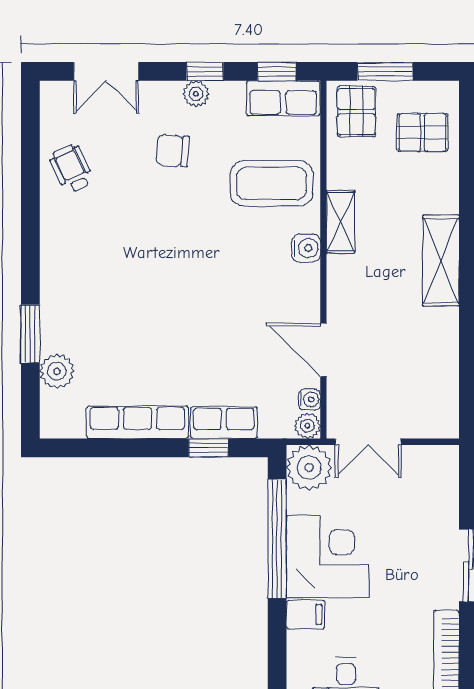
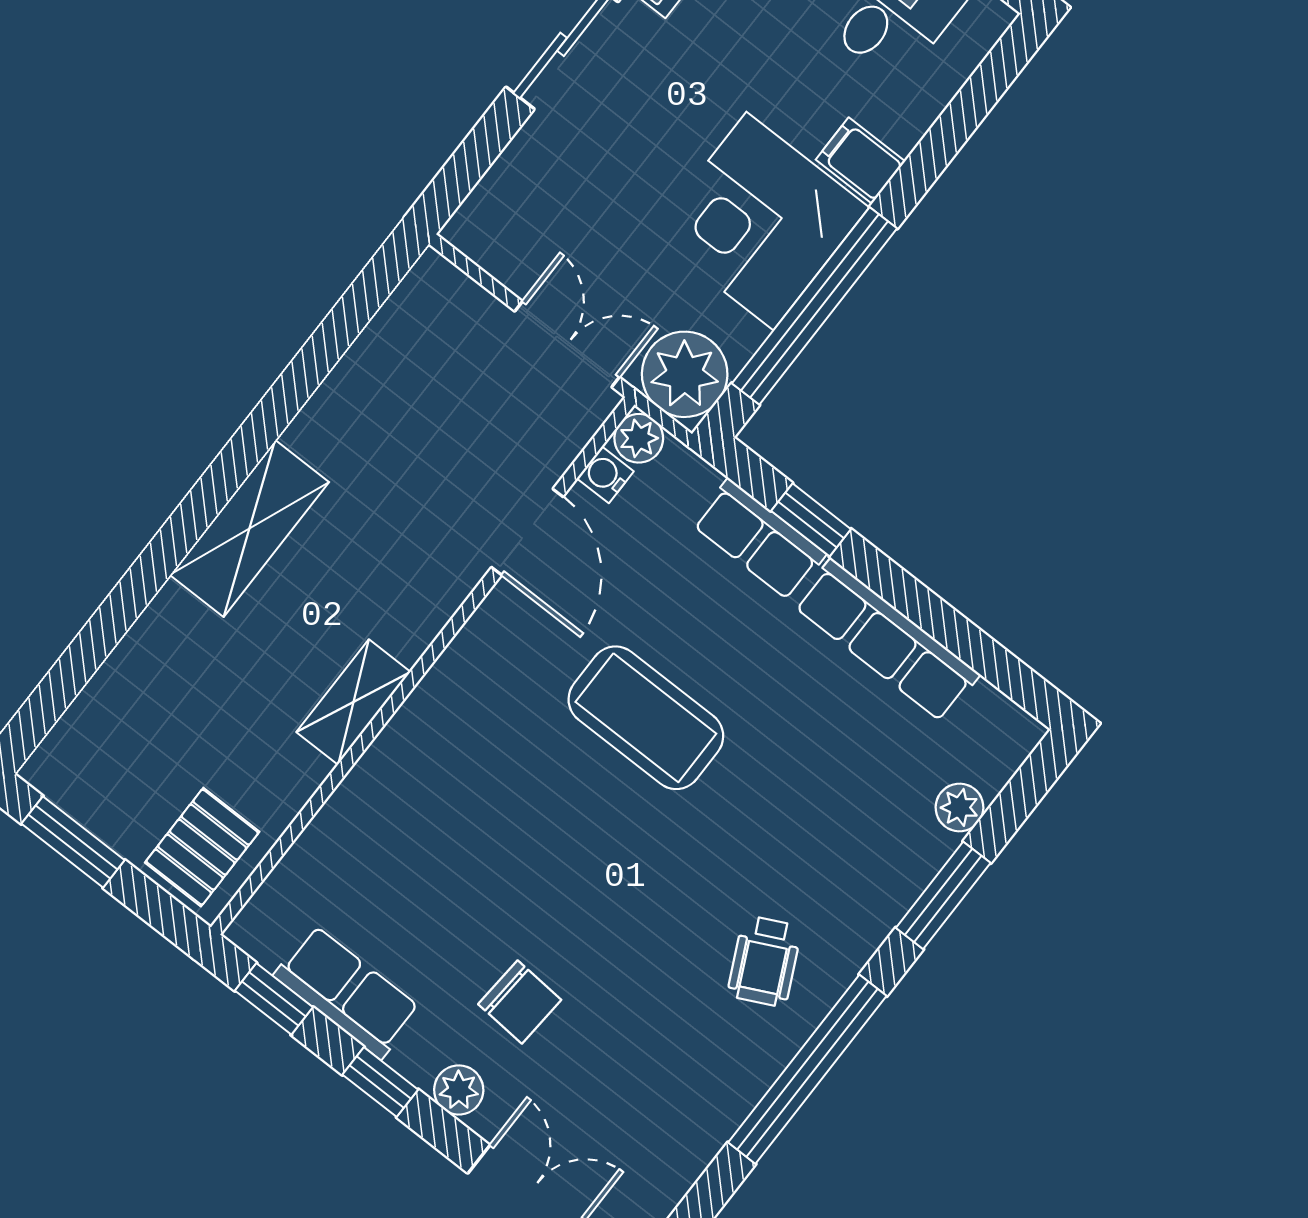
window: (385, 71) -> (73, 842), moved
plant: (196, 94) -> (459, 1090), moved
row of seats: (283, 98) -> (347, 992), moved
pallet: (422, 132) -> (128, 740), removed
wheelchair: (72, 169) -> (764, 961), moved
coffee table: (272, 183) -> (646, 718), moved
window: (30, 217) -> (807, 1069), added
water cooler: (306, 248) -> (435, 703), removed
plant: (57, 371) -> (960, 807), width x0.73, depth x0.73

